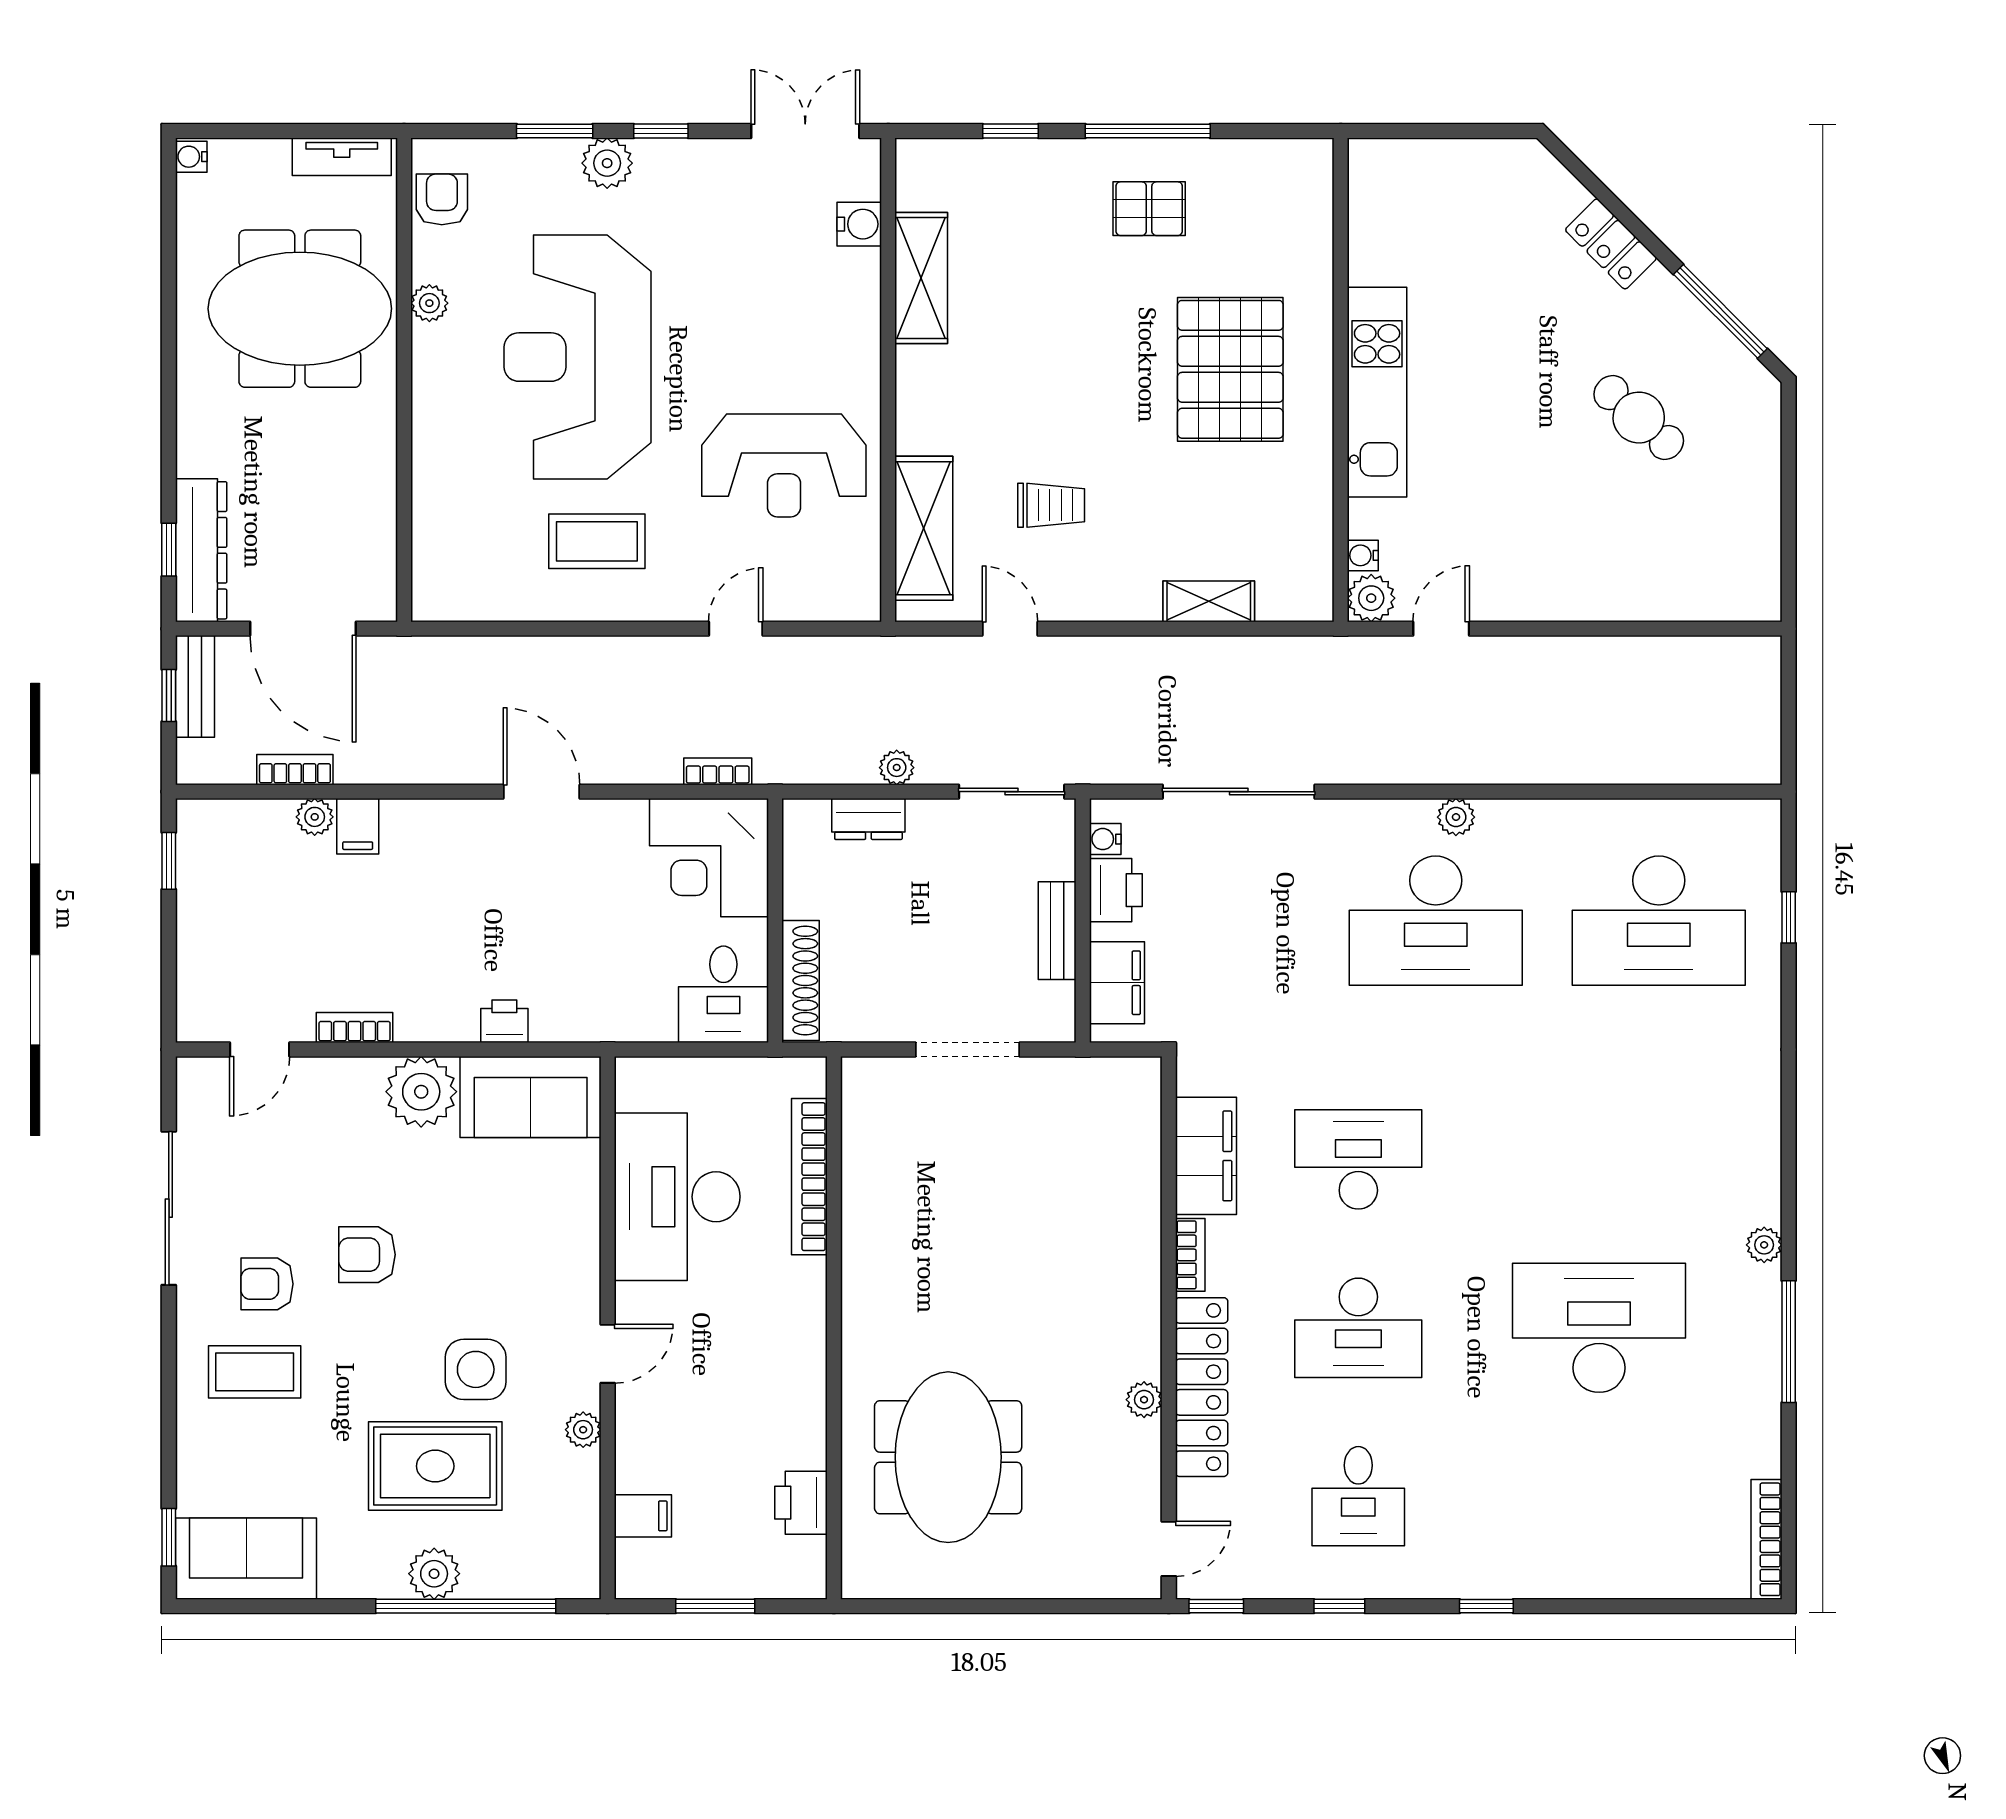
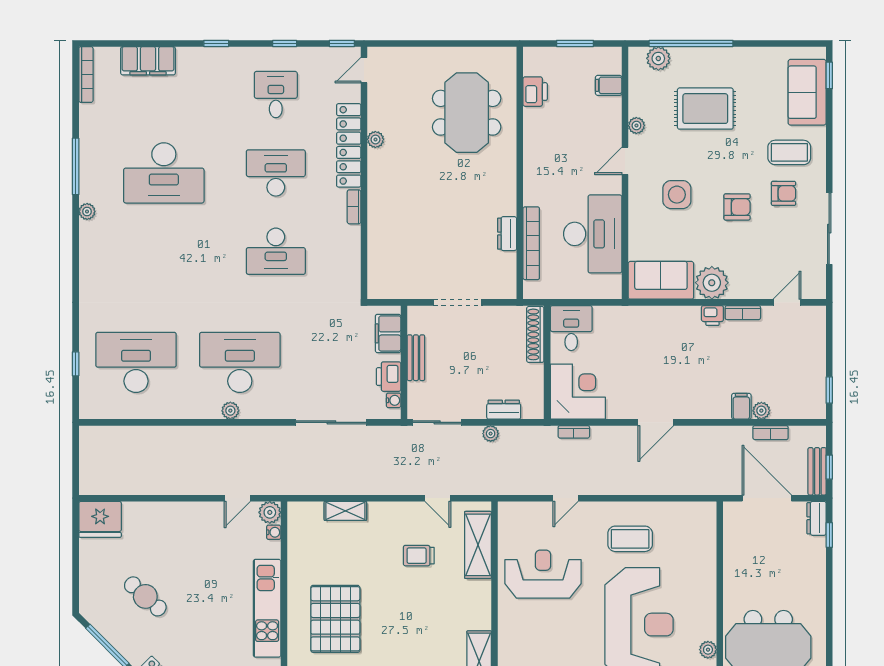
dresser: (201, 550) -> (817, 518), width x0.51, depth x0.80
fridge: (1736, 583) -> (100, 519), added
door: (542, 792) -> (656, 422), hinge flipped
printer: (504, 1021) -> (712, 316), moved
filing cabinet: (1206, 1156) -> (148, 61), moved, turned -90
dresser: (861, 1197) -> (507, 234), added
side table: (476, 1369) -> (677, 195), moved
sofa: (246, 1559) -> (807, 92), moved, turned 90
plant: (434, 1574) -> (658, 58), moved

